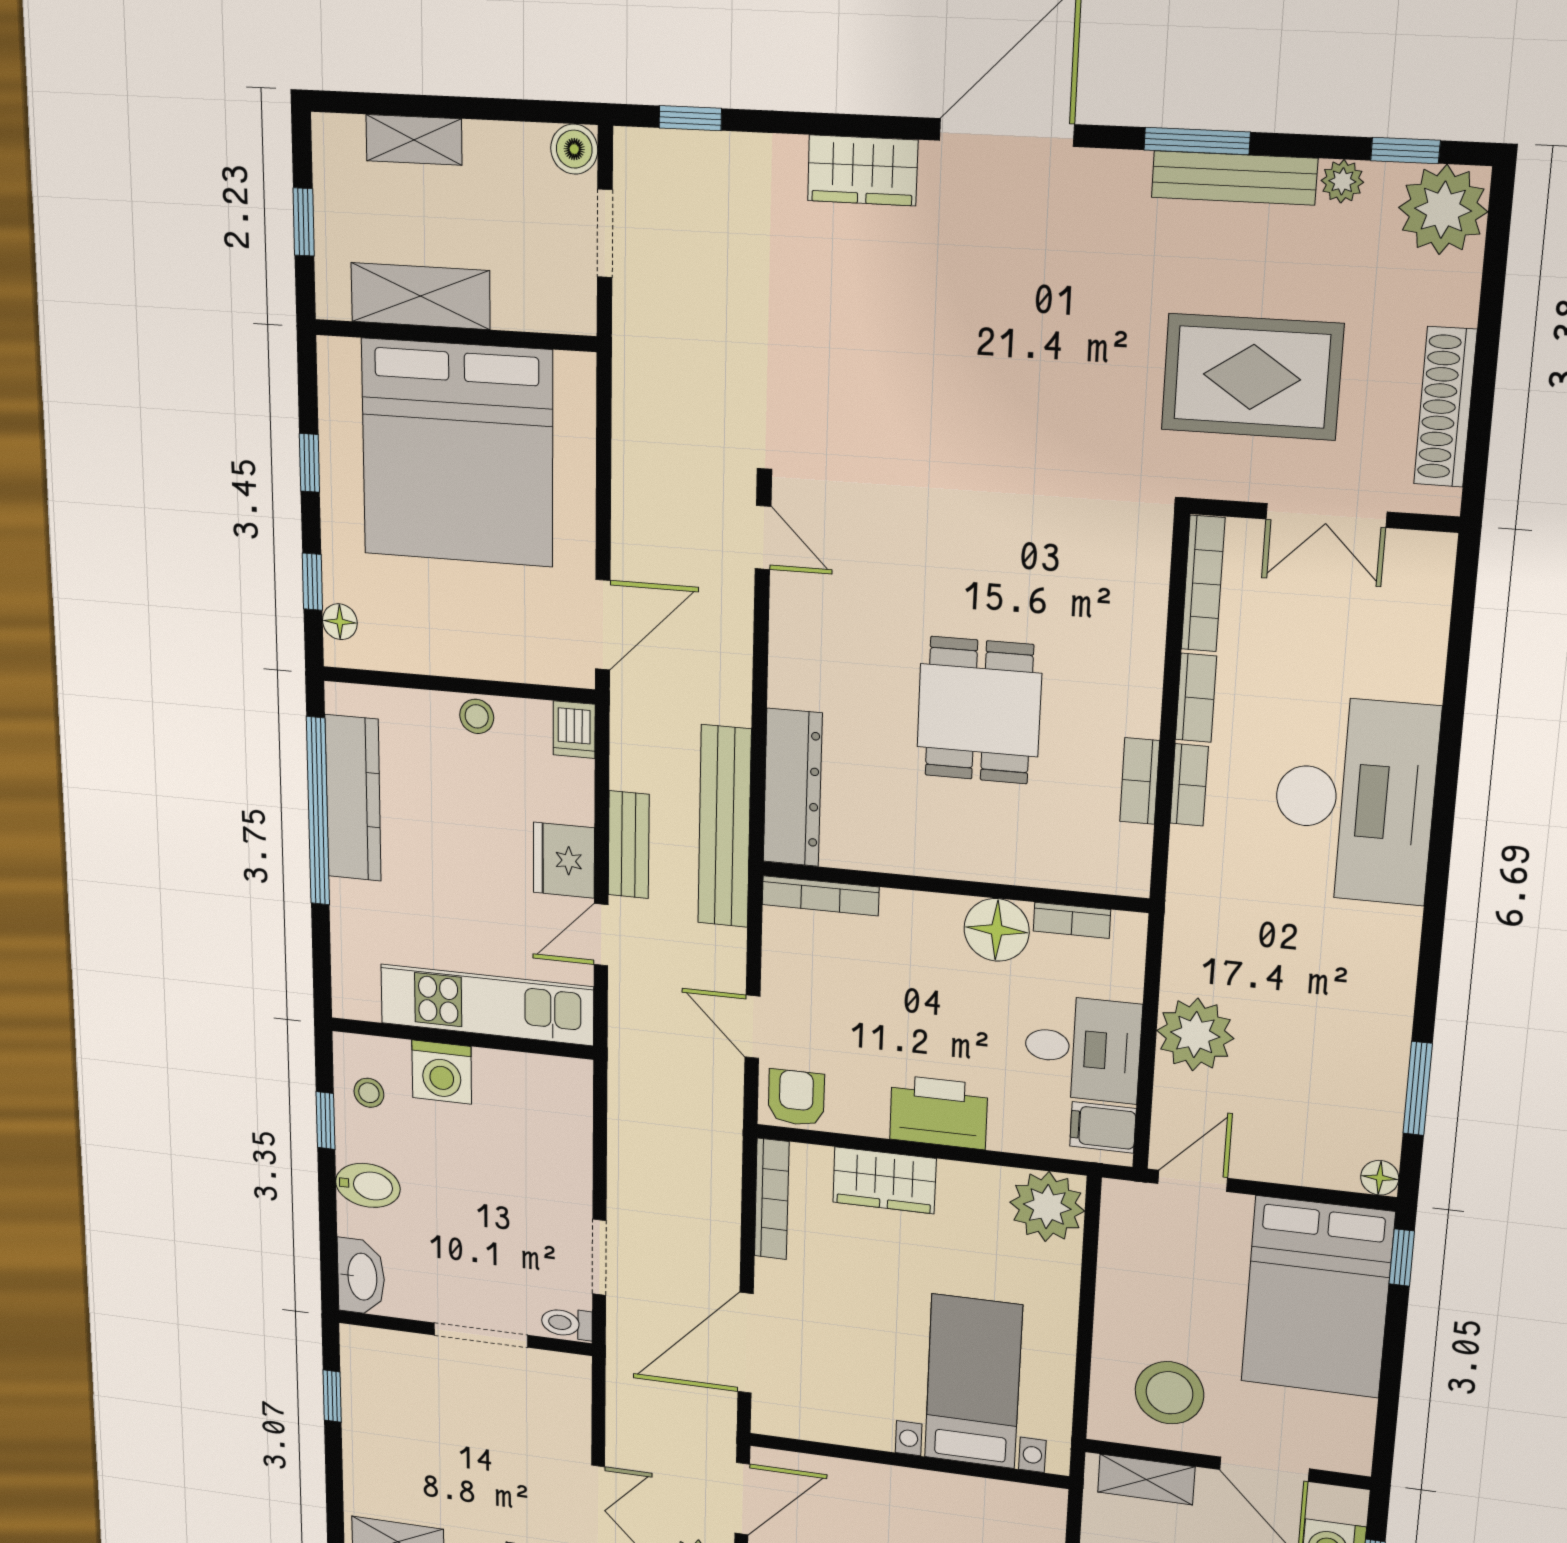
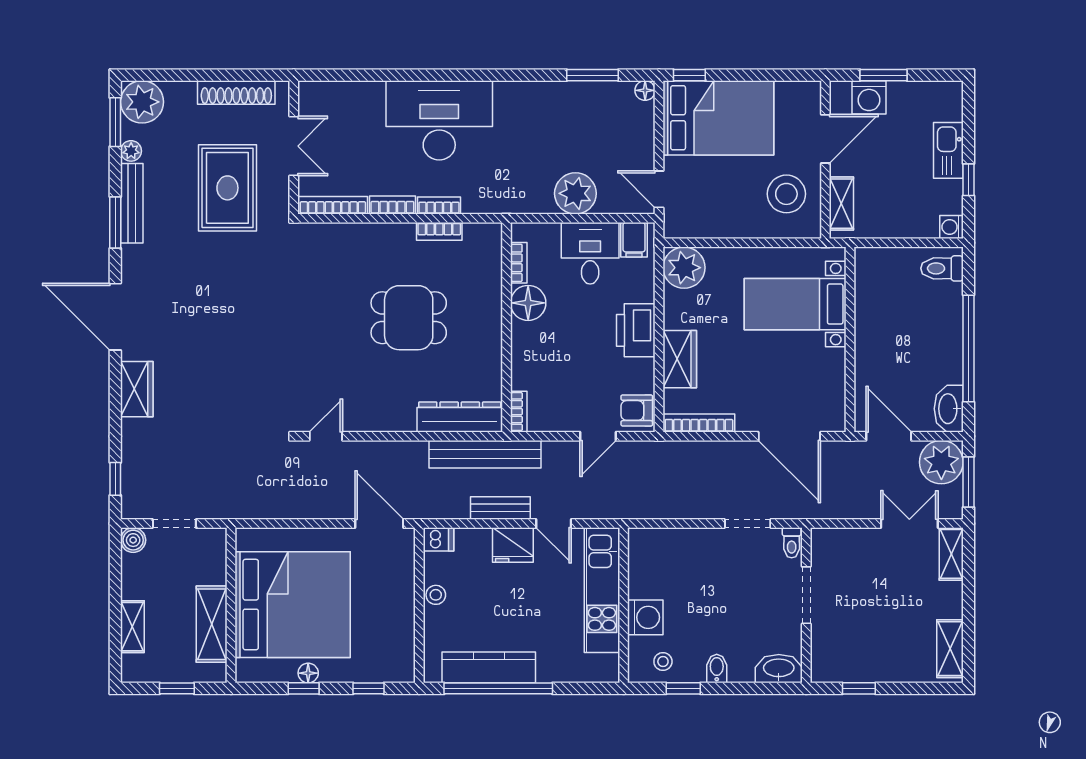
window: (1405, 151) -> (115, 122), width x1.50
floor lamp: (340, 622) -> (308, 673), moved
bookcase: (820, 896) -> (519, 412), width x0.64
bidet: (368, 1185) -> (717, 669), width x0.72, depth x0.74

